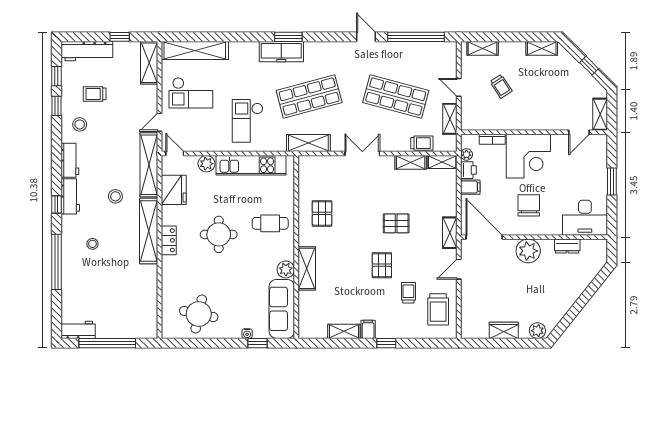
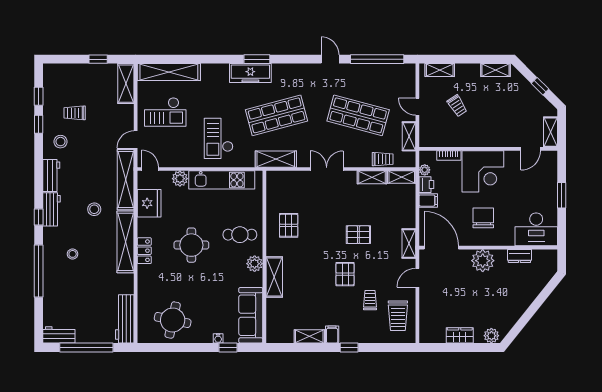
workbench: (87, 51) -> (125, 319), moved, turned 90
plant: (286, 269) -> (255, 264), moved

